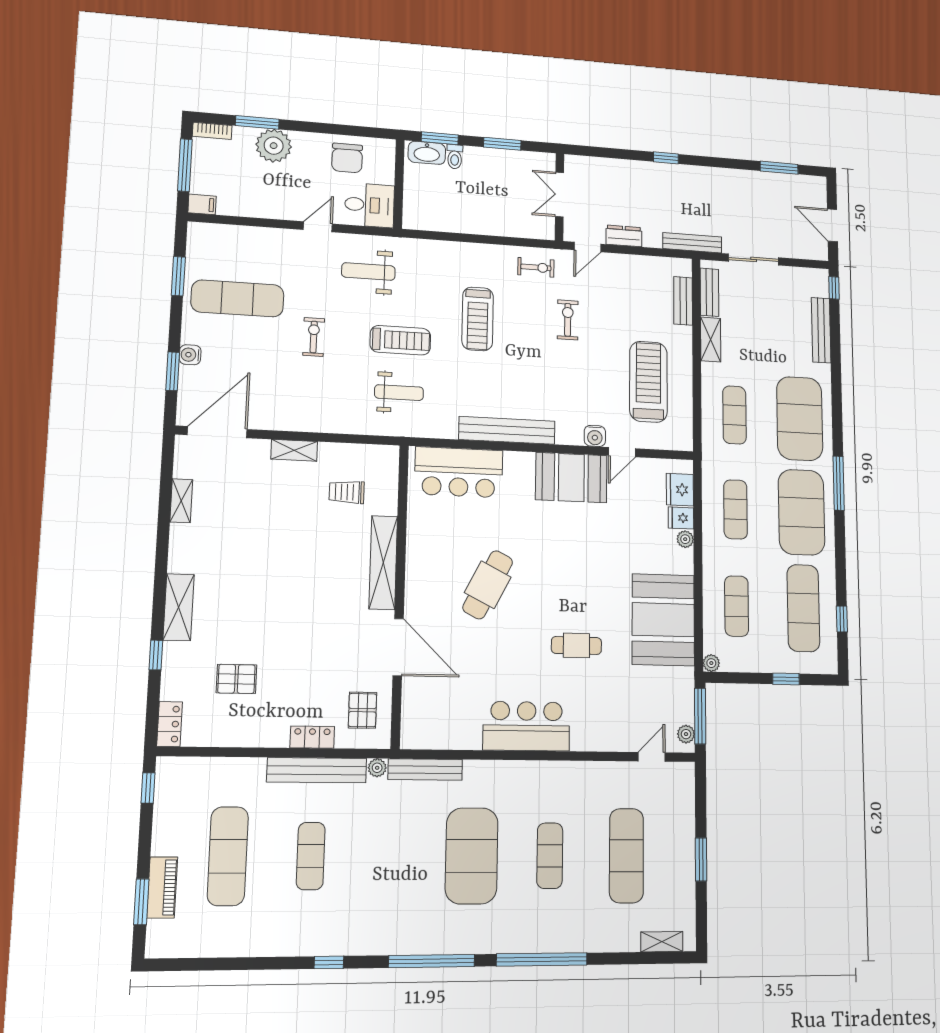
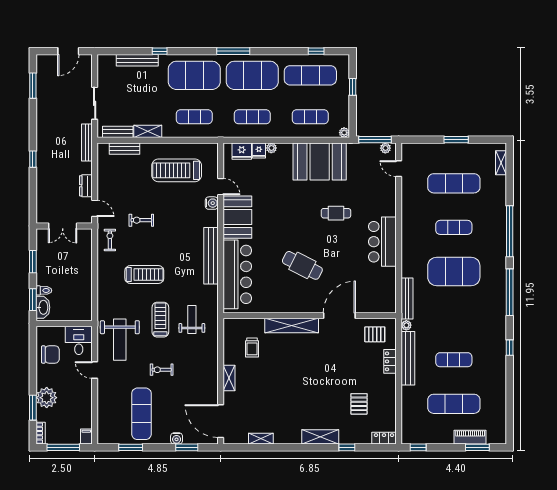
weight bench: (368, 271) -> (120, 340), width x1.36, depth x1.33
window: (834, 288) -> (160, 51), moved
bar counter: (459, 472) -> (237, 274), width x1.36
cafe table: (576, 645) -> (336, 213), turned 90

